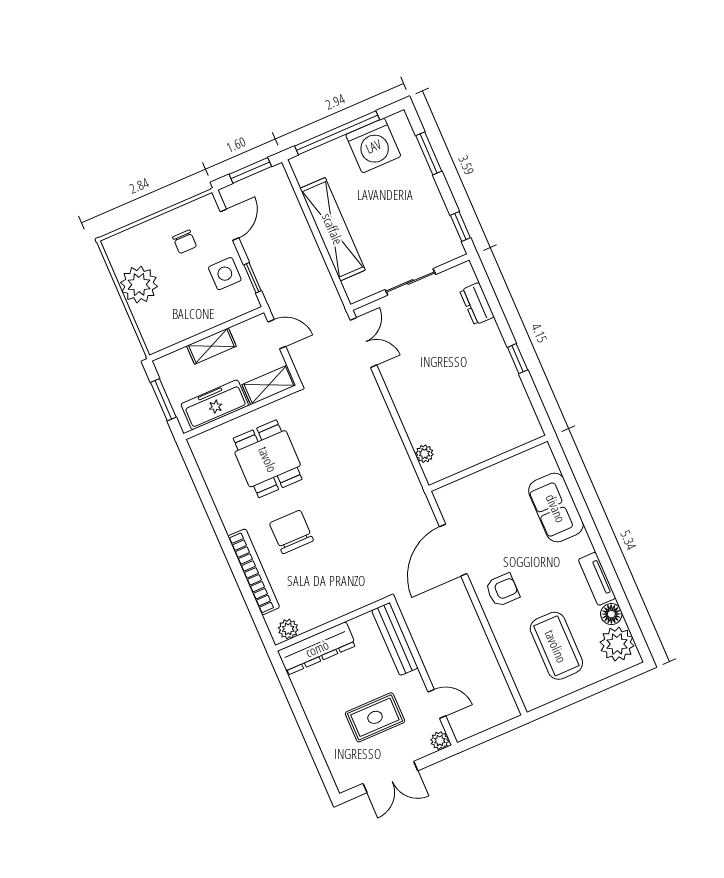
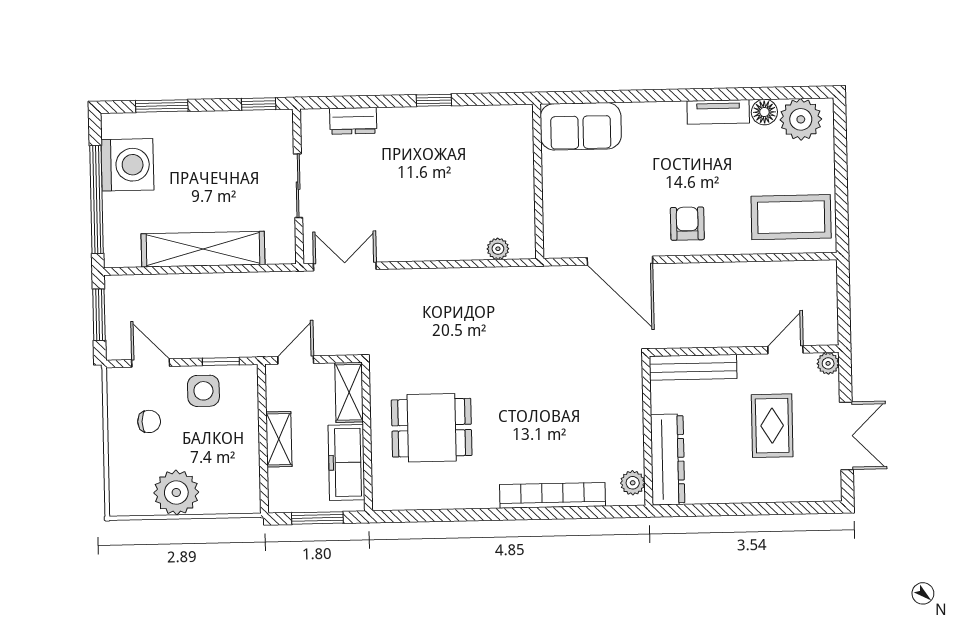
sofa: (556, 508) -> (581, 126), moved
chair: (291, 532) -> (525, 434), removed
coffee table: (556, 646) -> (791, 217), moved

